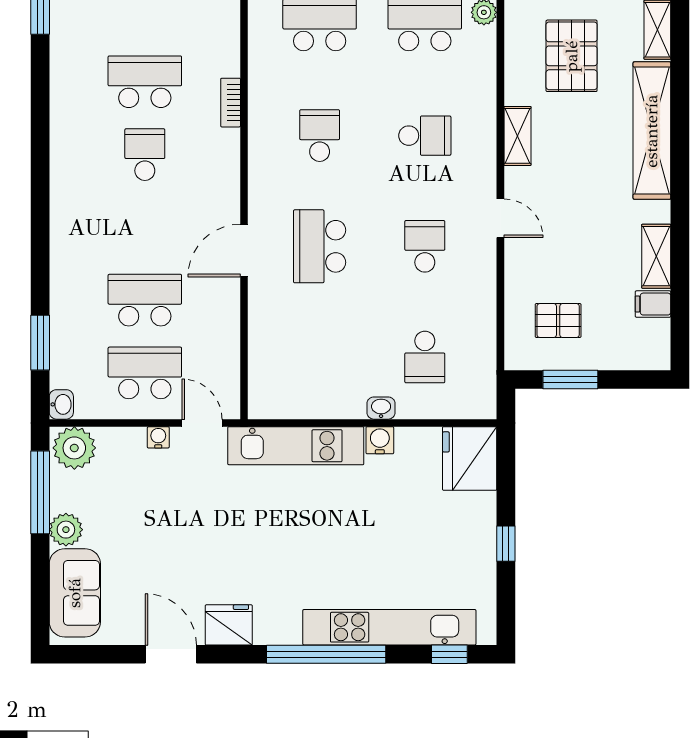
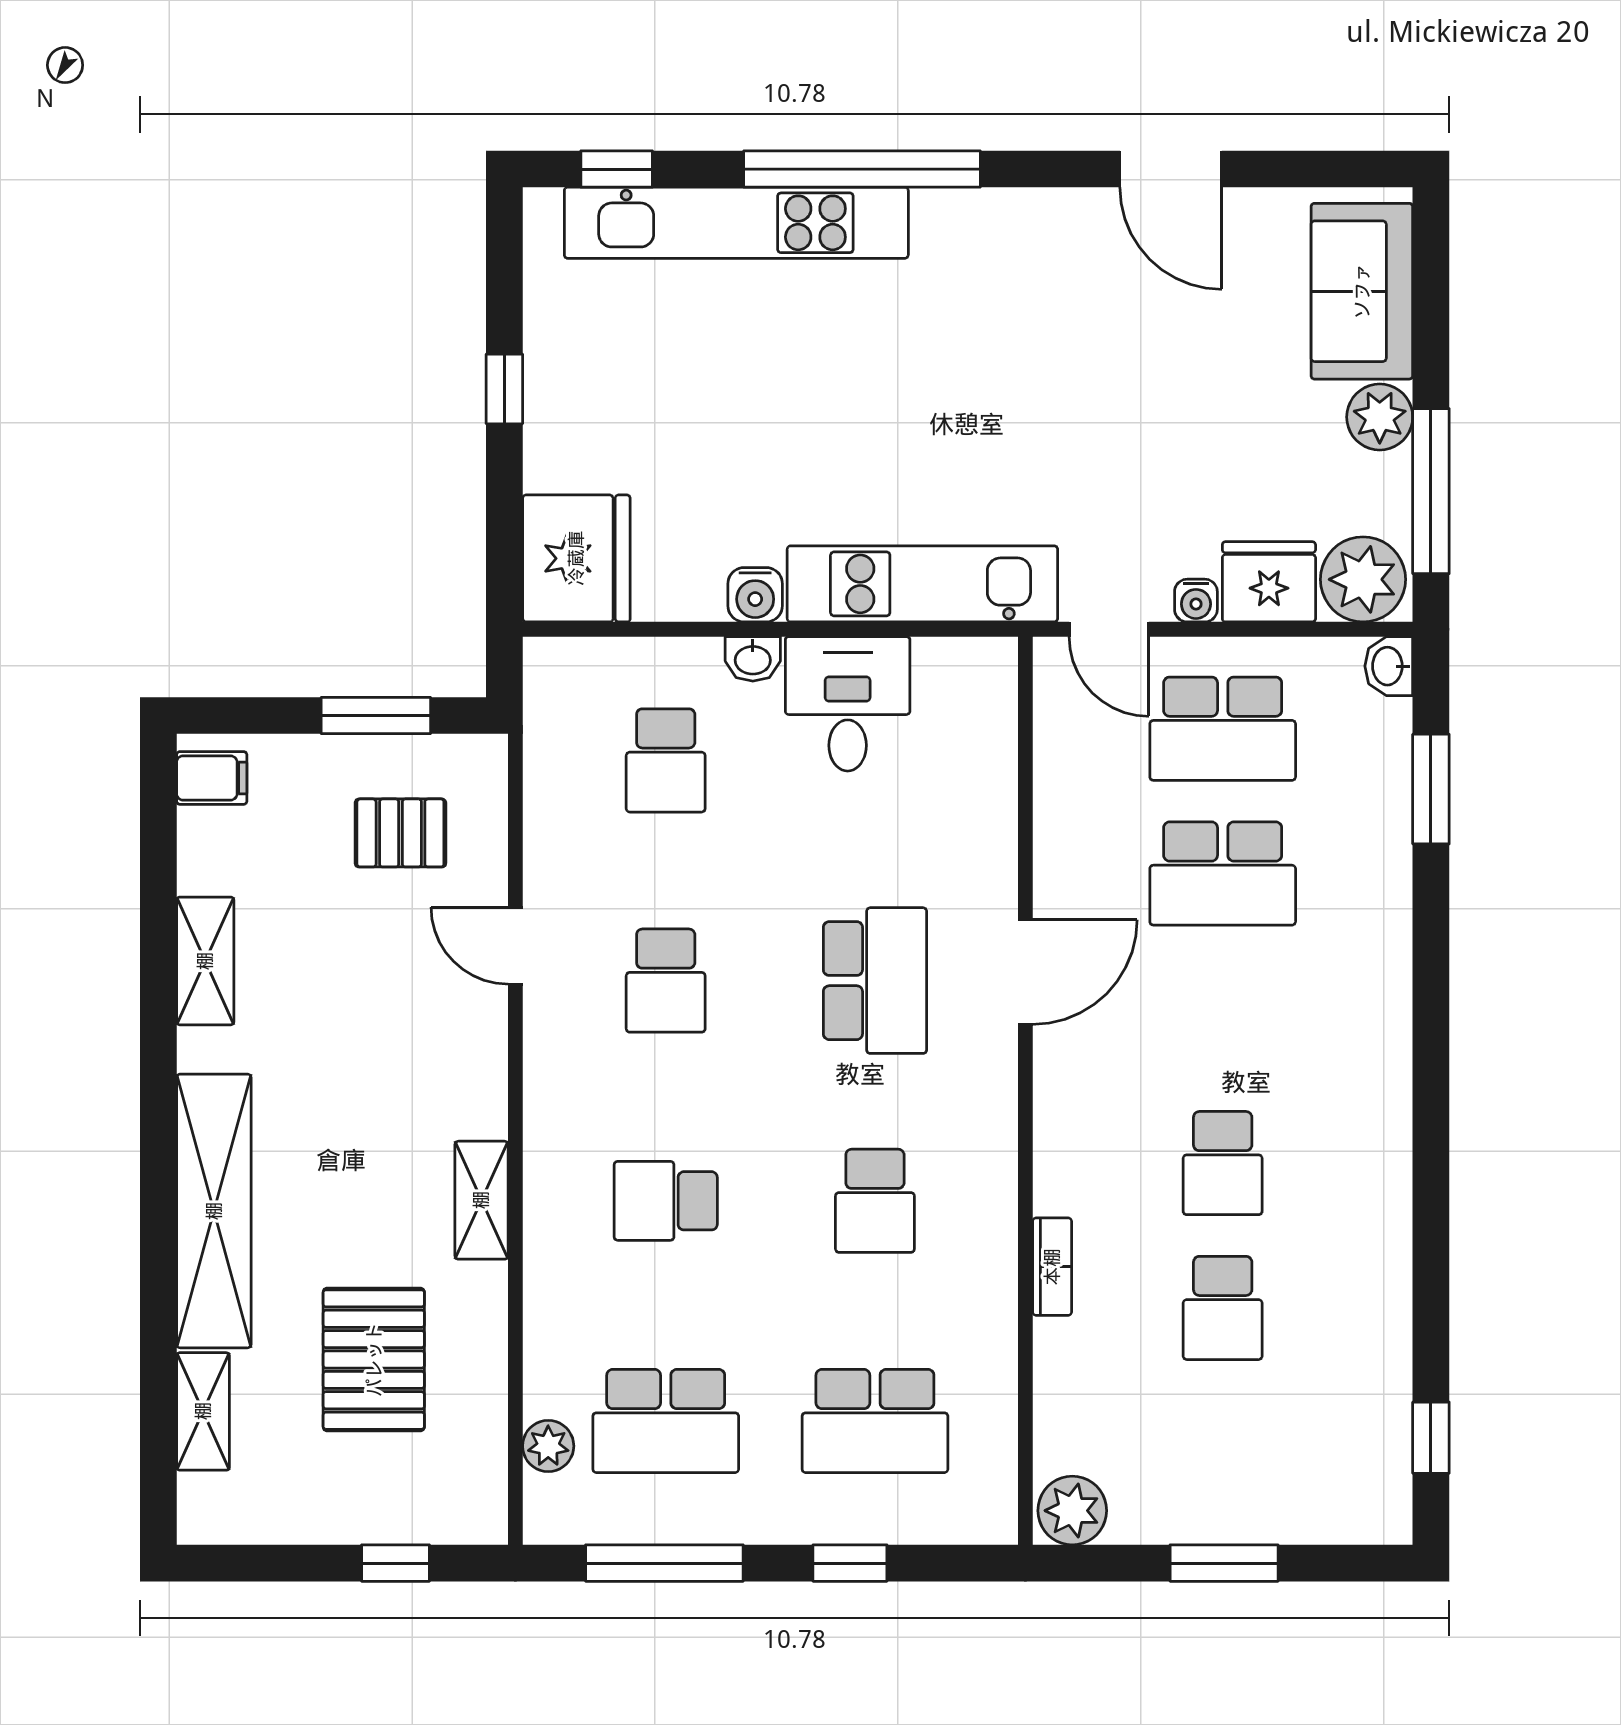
school desk: (145, 82) -> (1223, 1308), width x0.54
door: (500, 218) -> (515, 946), moved
filing cabinet: (653, 304) -> (212, 778), moved
school desk: (425, 357) -> (666, 760), turned 180
desk: (333, 385) -> (848, 704), added
fridge: (229, 625) -> (1269, 582), moved, turned 180

